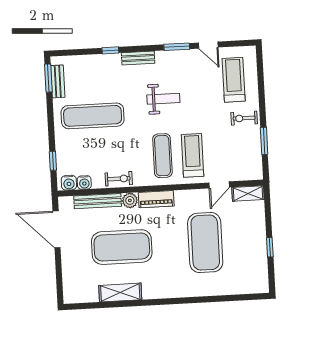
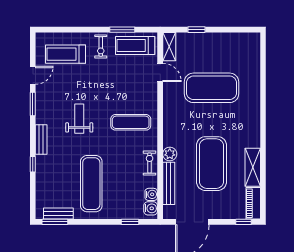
treadmill: (193, 155) -> (135, 45), moved
piano: (156, 199) -> (253, 203), moved, turned 180
window: (270, 247) -> (197, 30), moved
window: (60, 286) -> (244, 222), added

